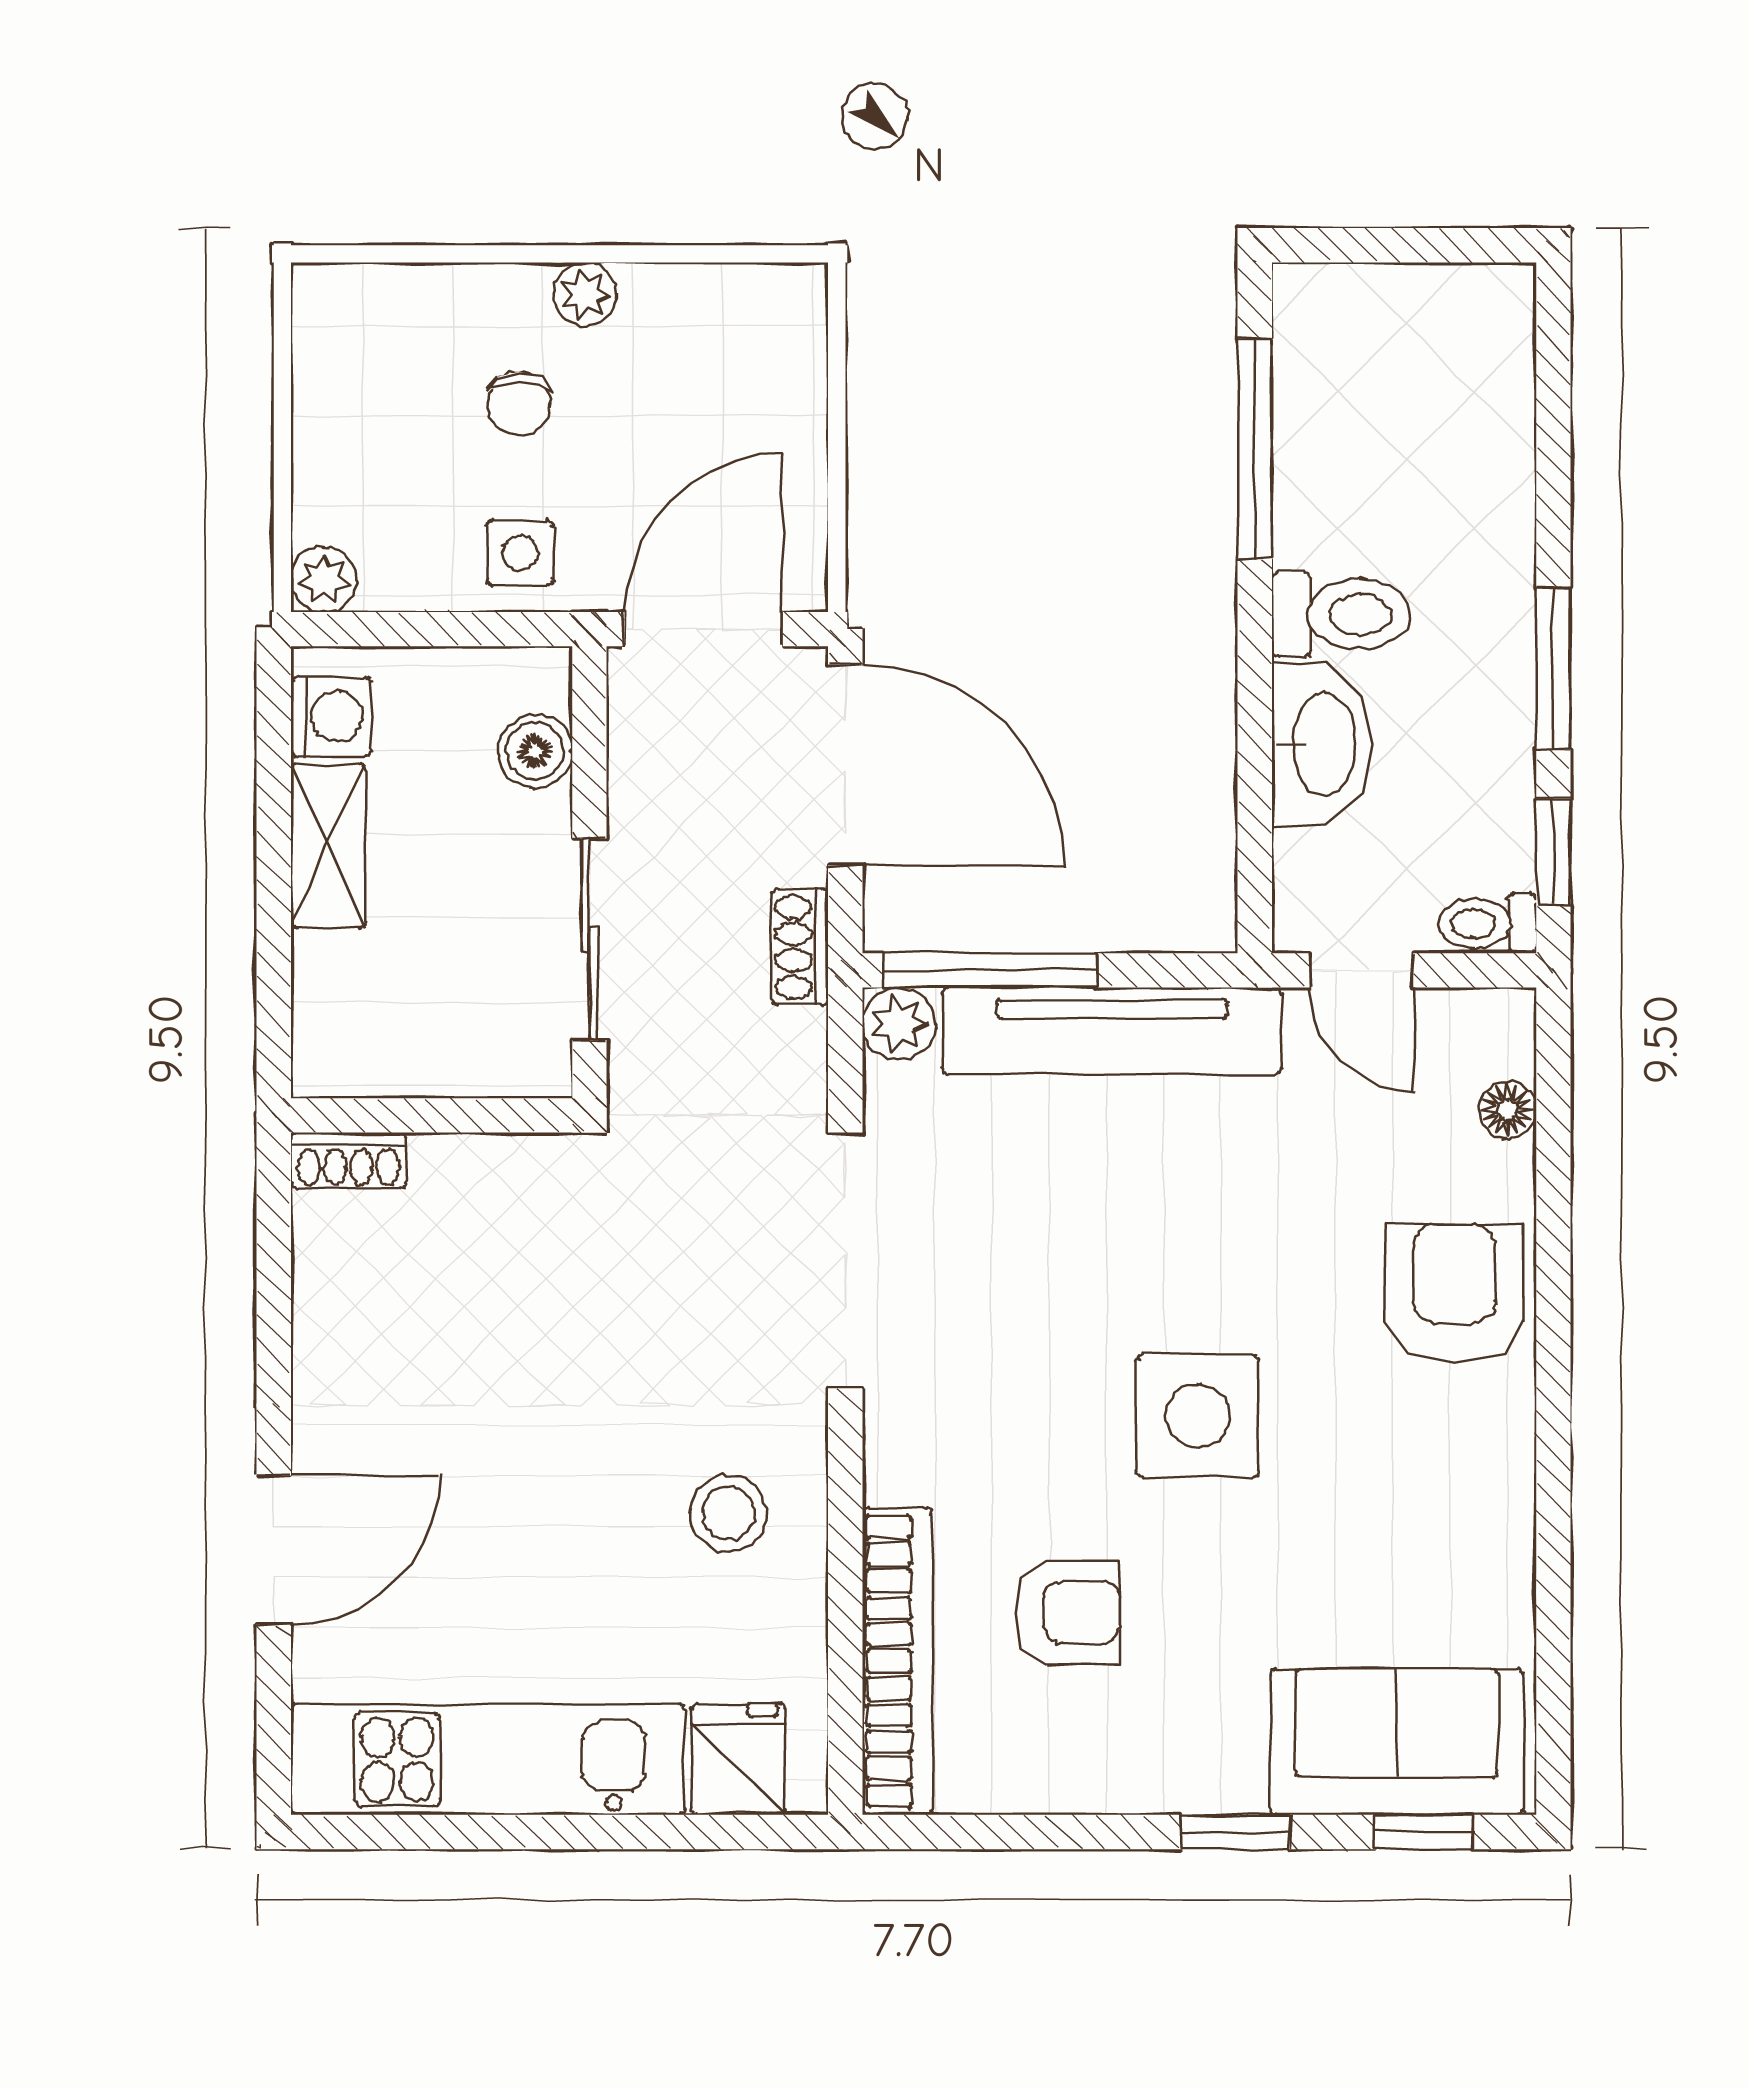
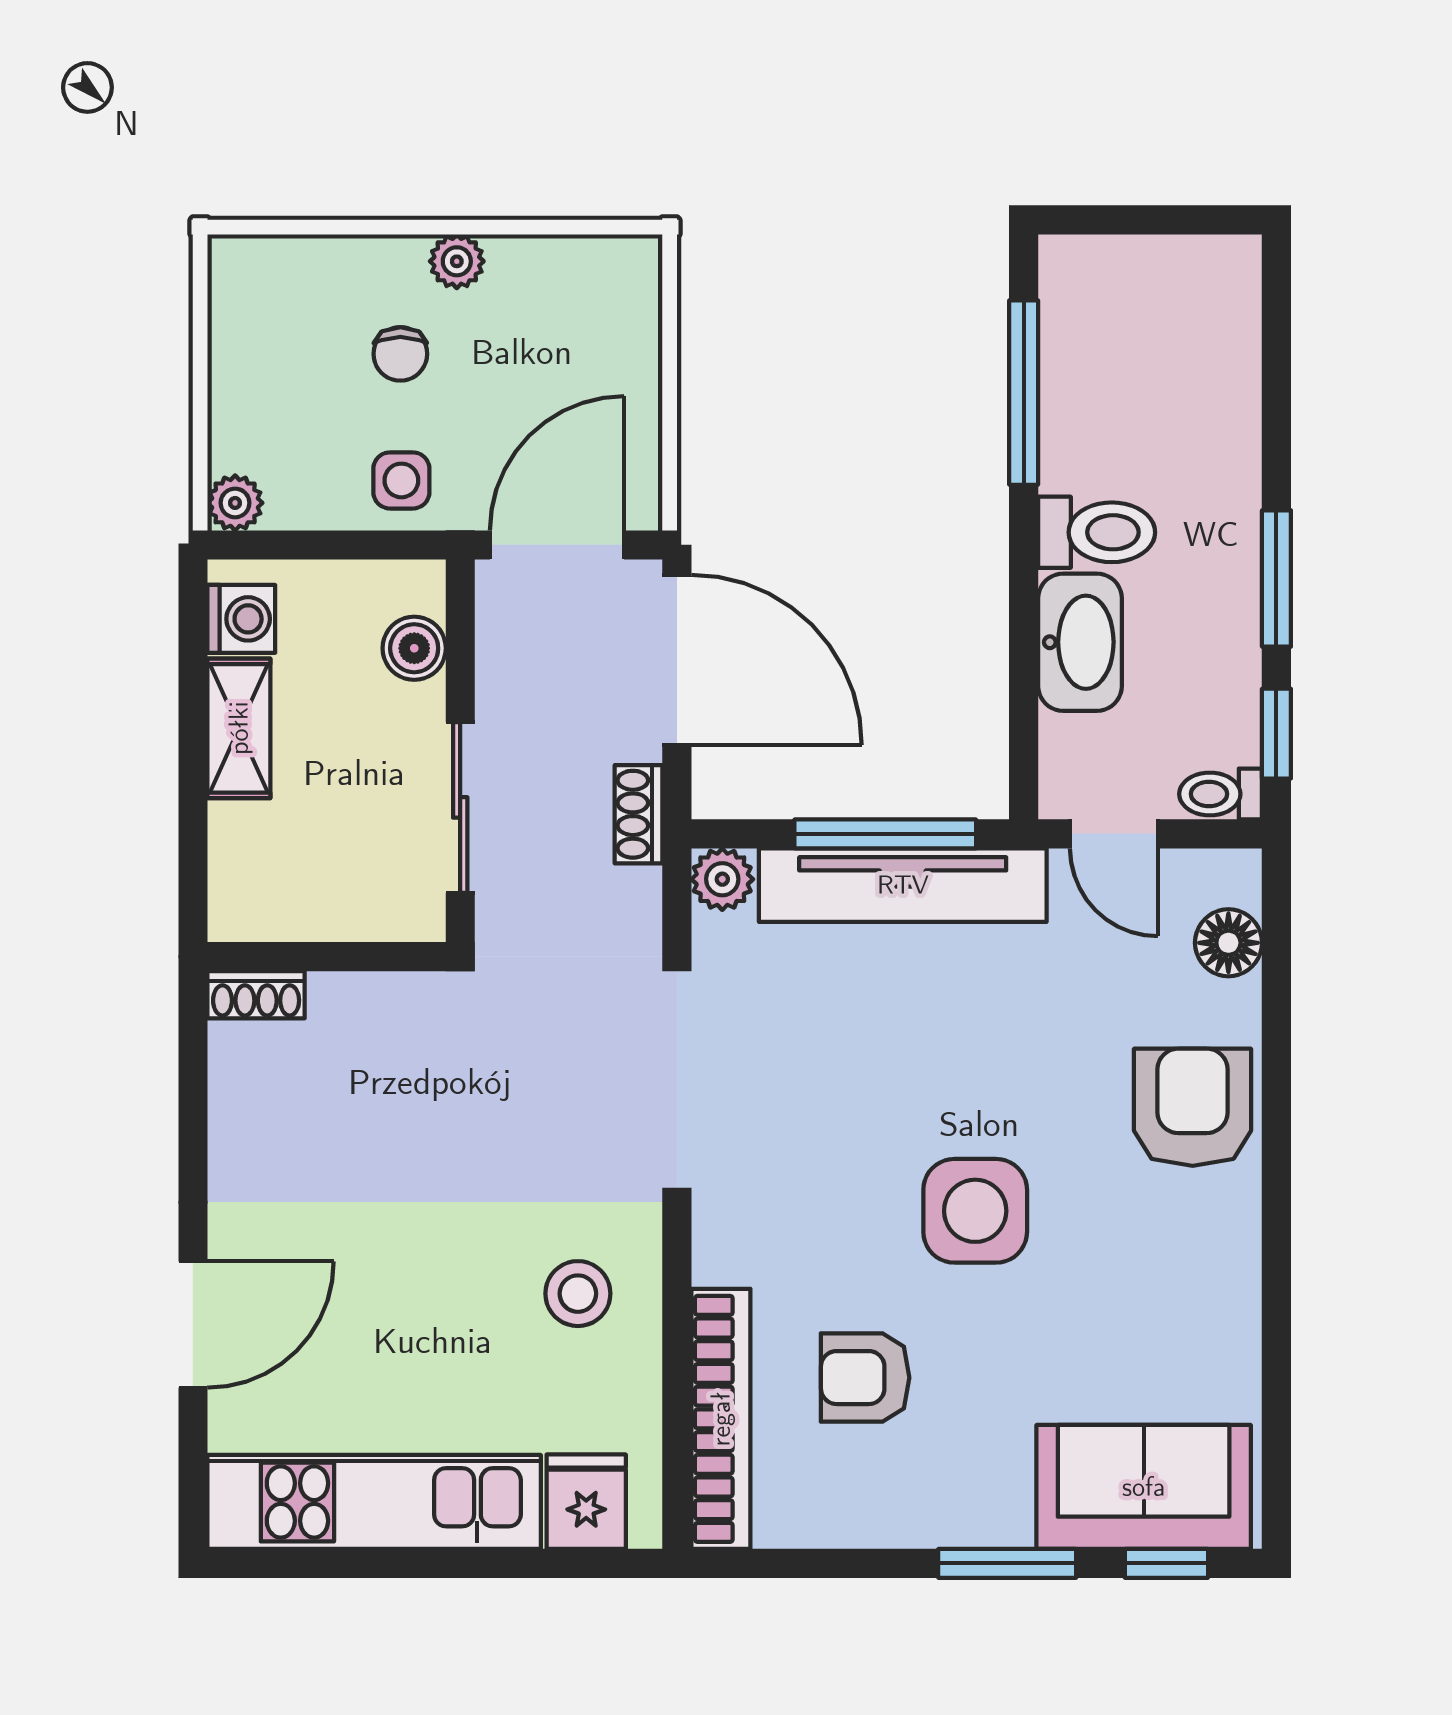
window: (990, 970) -> (885, 834), moved
floor lamp: (1507, 1110) -> (1228, 943), width x1.37, depth x1.37
armchair: (1067, 1612) -> (865, 1378), turned 180
window: (1235, 1832) -> (1007, 1563), width x1.50

